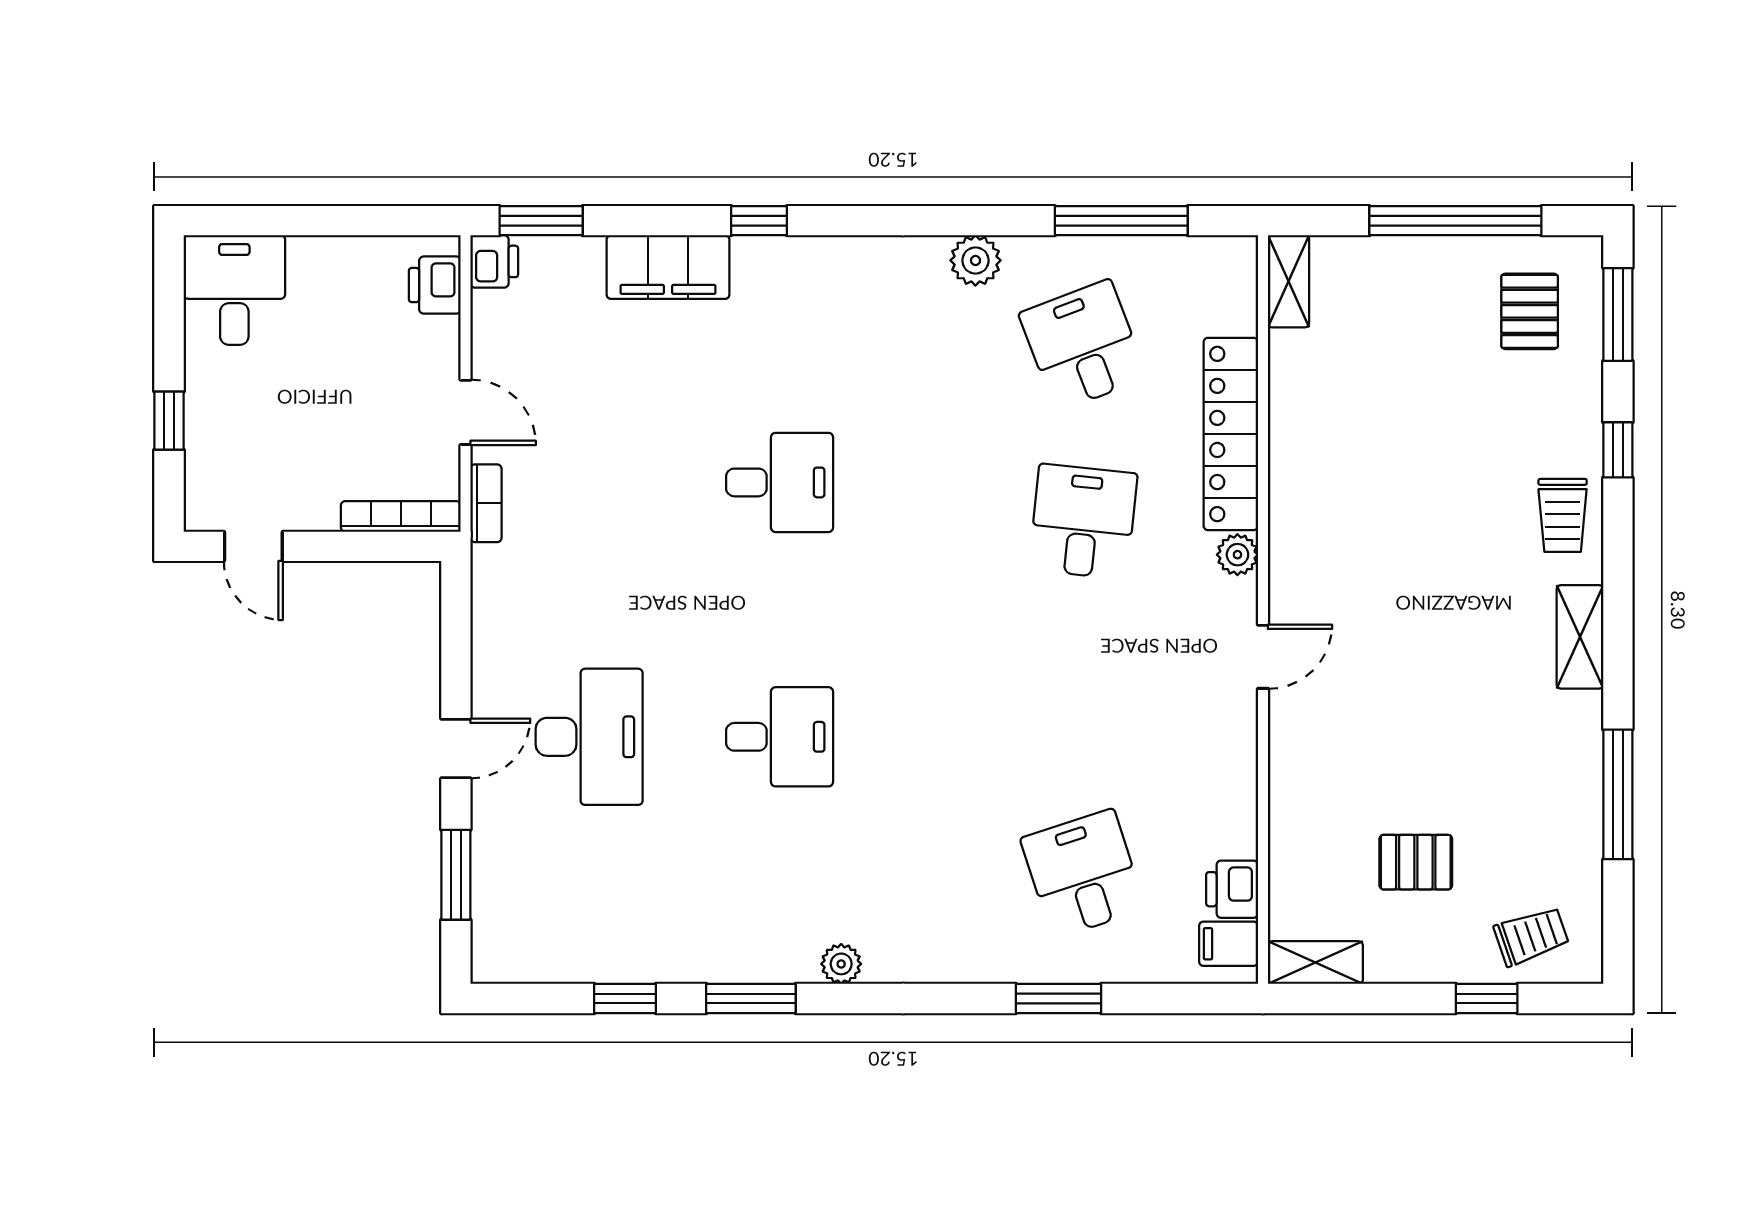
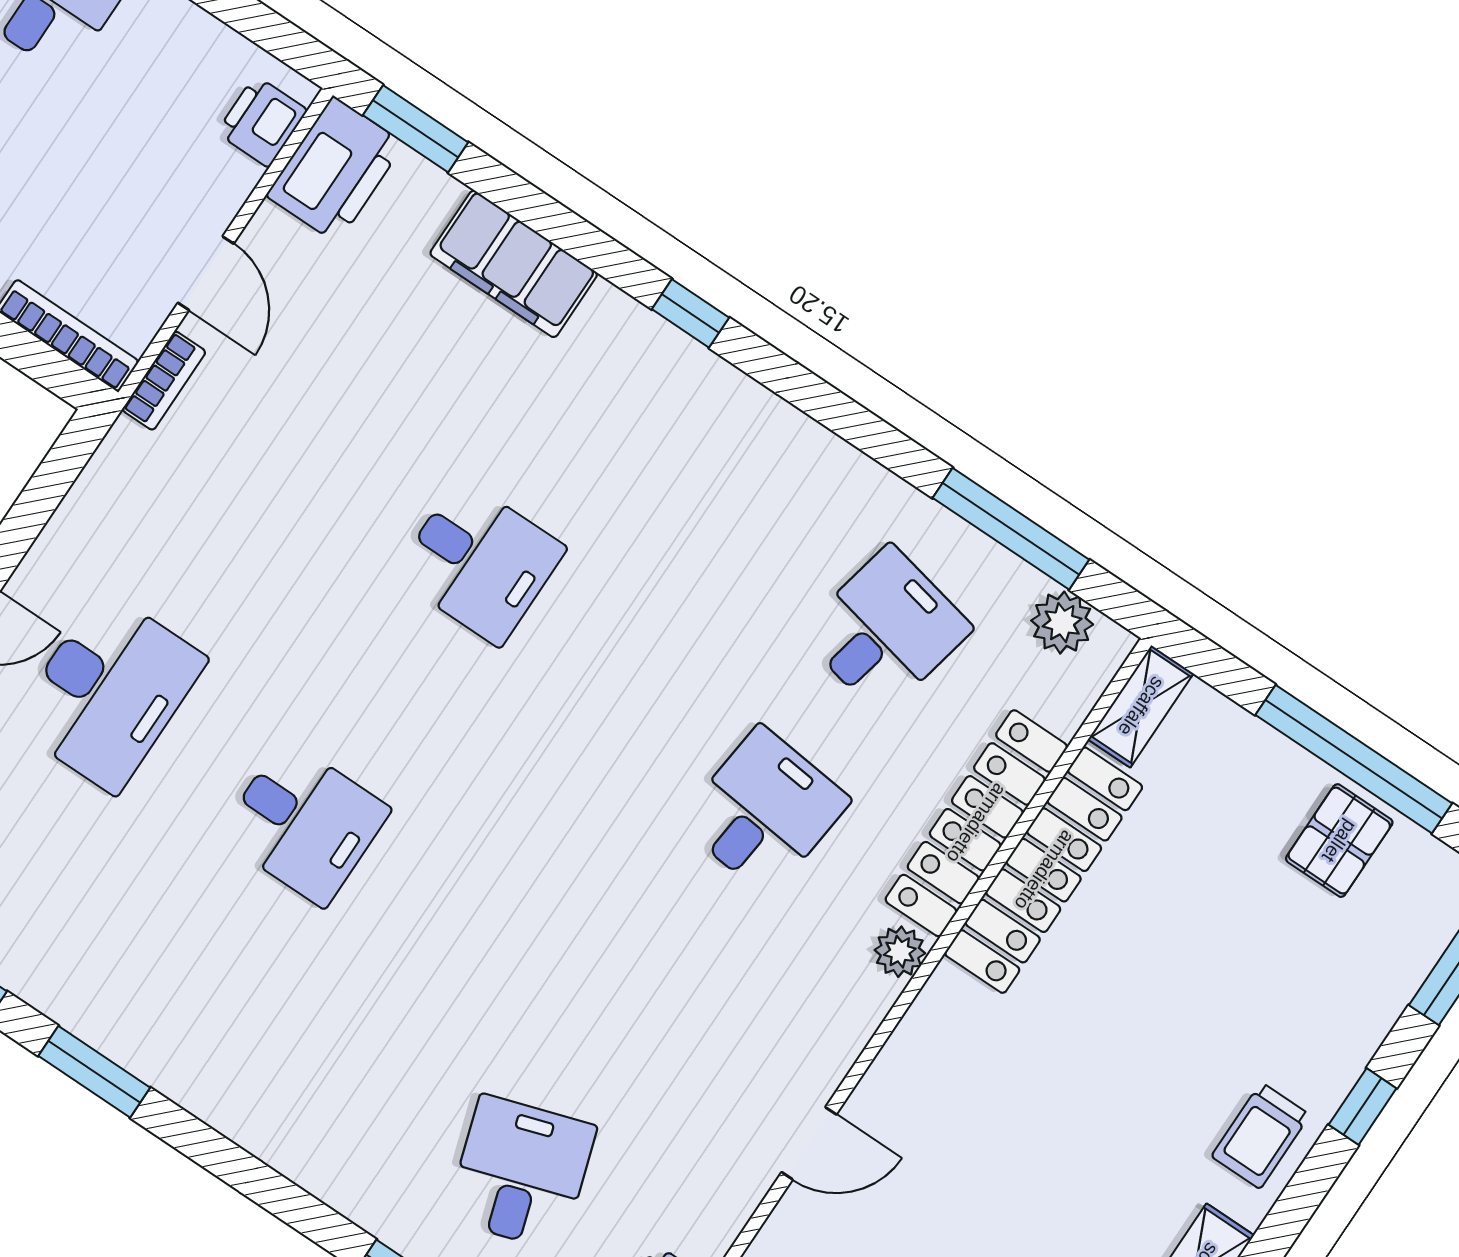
window: (759, 221) -> (690, 313), moved
plant: (975, 260) -> (1062, 623), moved
printer: (494, 261) -> (335, 170), width x1.87, depth x1.48
pallet: (1530, 311) -> (1339, 841), moved
desk: (1083, 345) -> (886, 631), turned 33
locker: (1297, 435) -> (1044, 870), added
door: (1263, 657) -> (809, 1143), moved
plant: (841, 964) -> (211, 1098), removed

